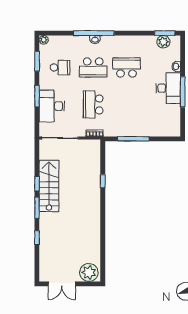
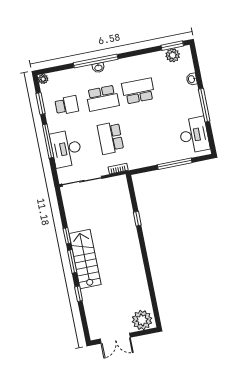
desk: (168, 88) -> (194, 135), moved
window: (37, 96) -> (48, 141), width x1.44
window: (133, 139) -> (175, 164), moved
stairs: (49, 186) -> (85, 259), moved

